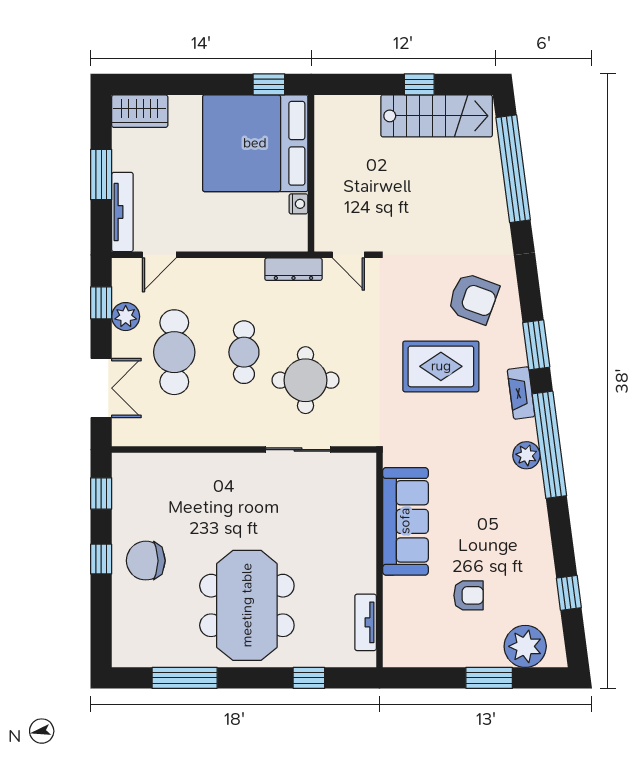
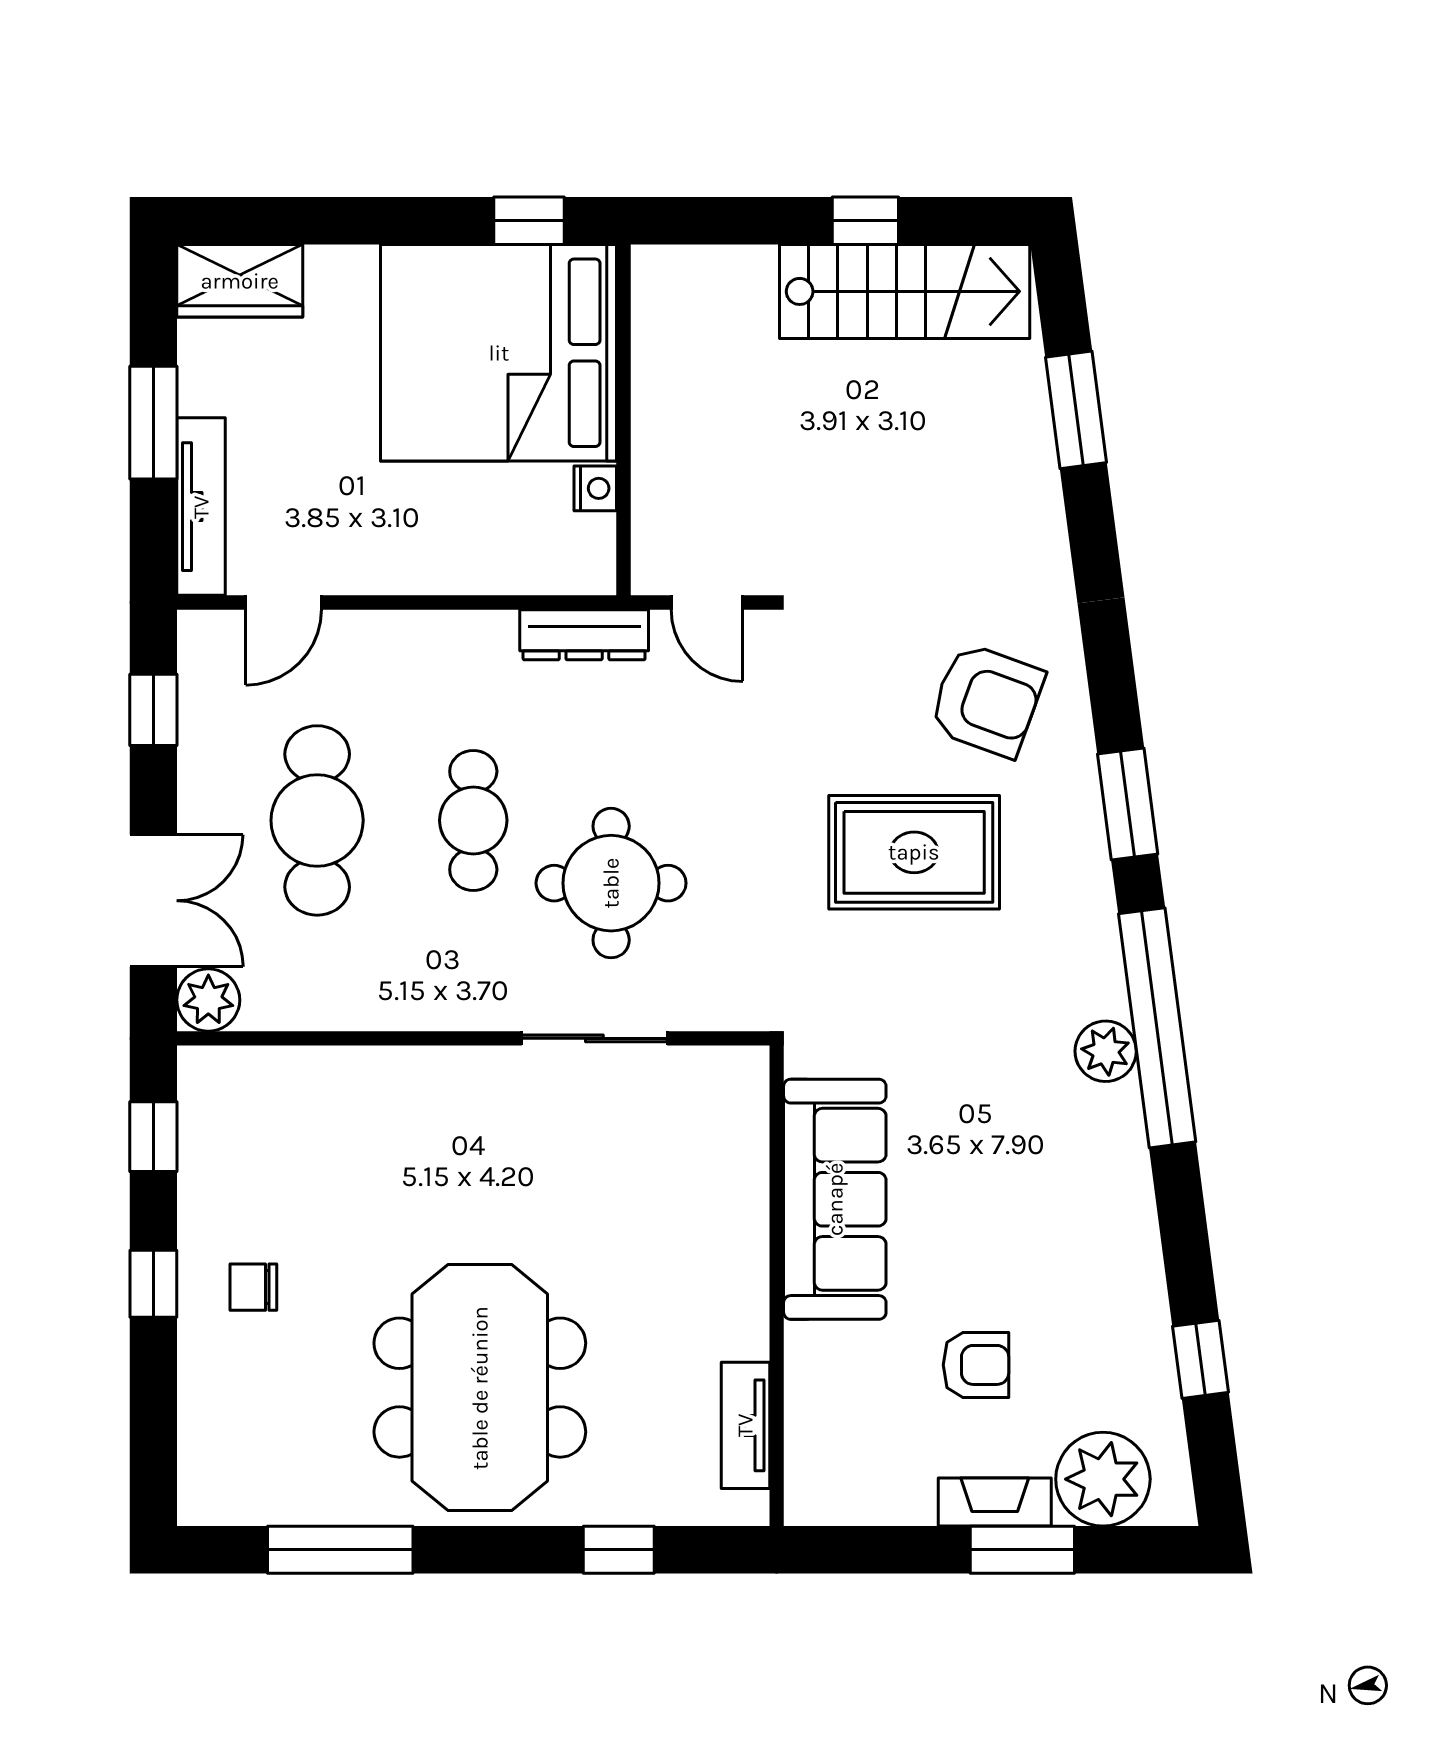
window: (513, 169) -> (1076, 410), width x0.47
plant: (126, 317) -> (208, 1000), moved
fireplace: (521, 393) -> (995, 1502), moved, turned 97
chair: (146, 561) -> (253, 1287), width x0.54, depth x0.54

